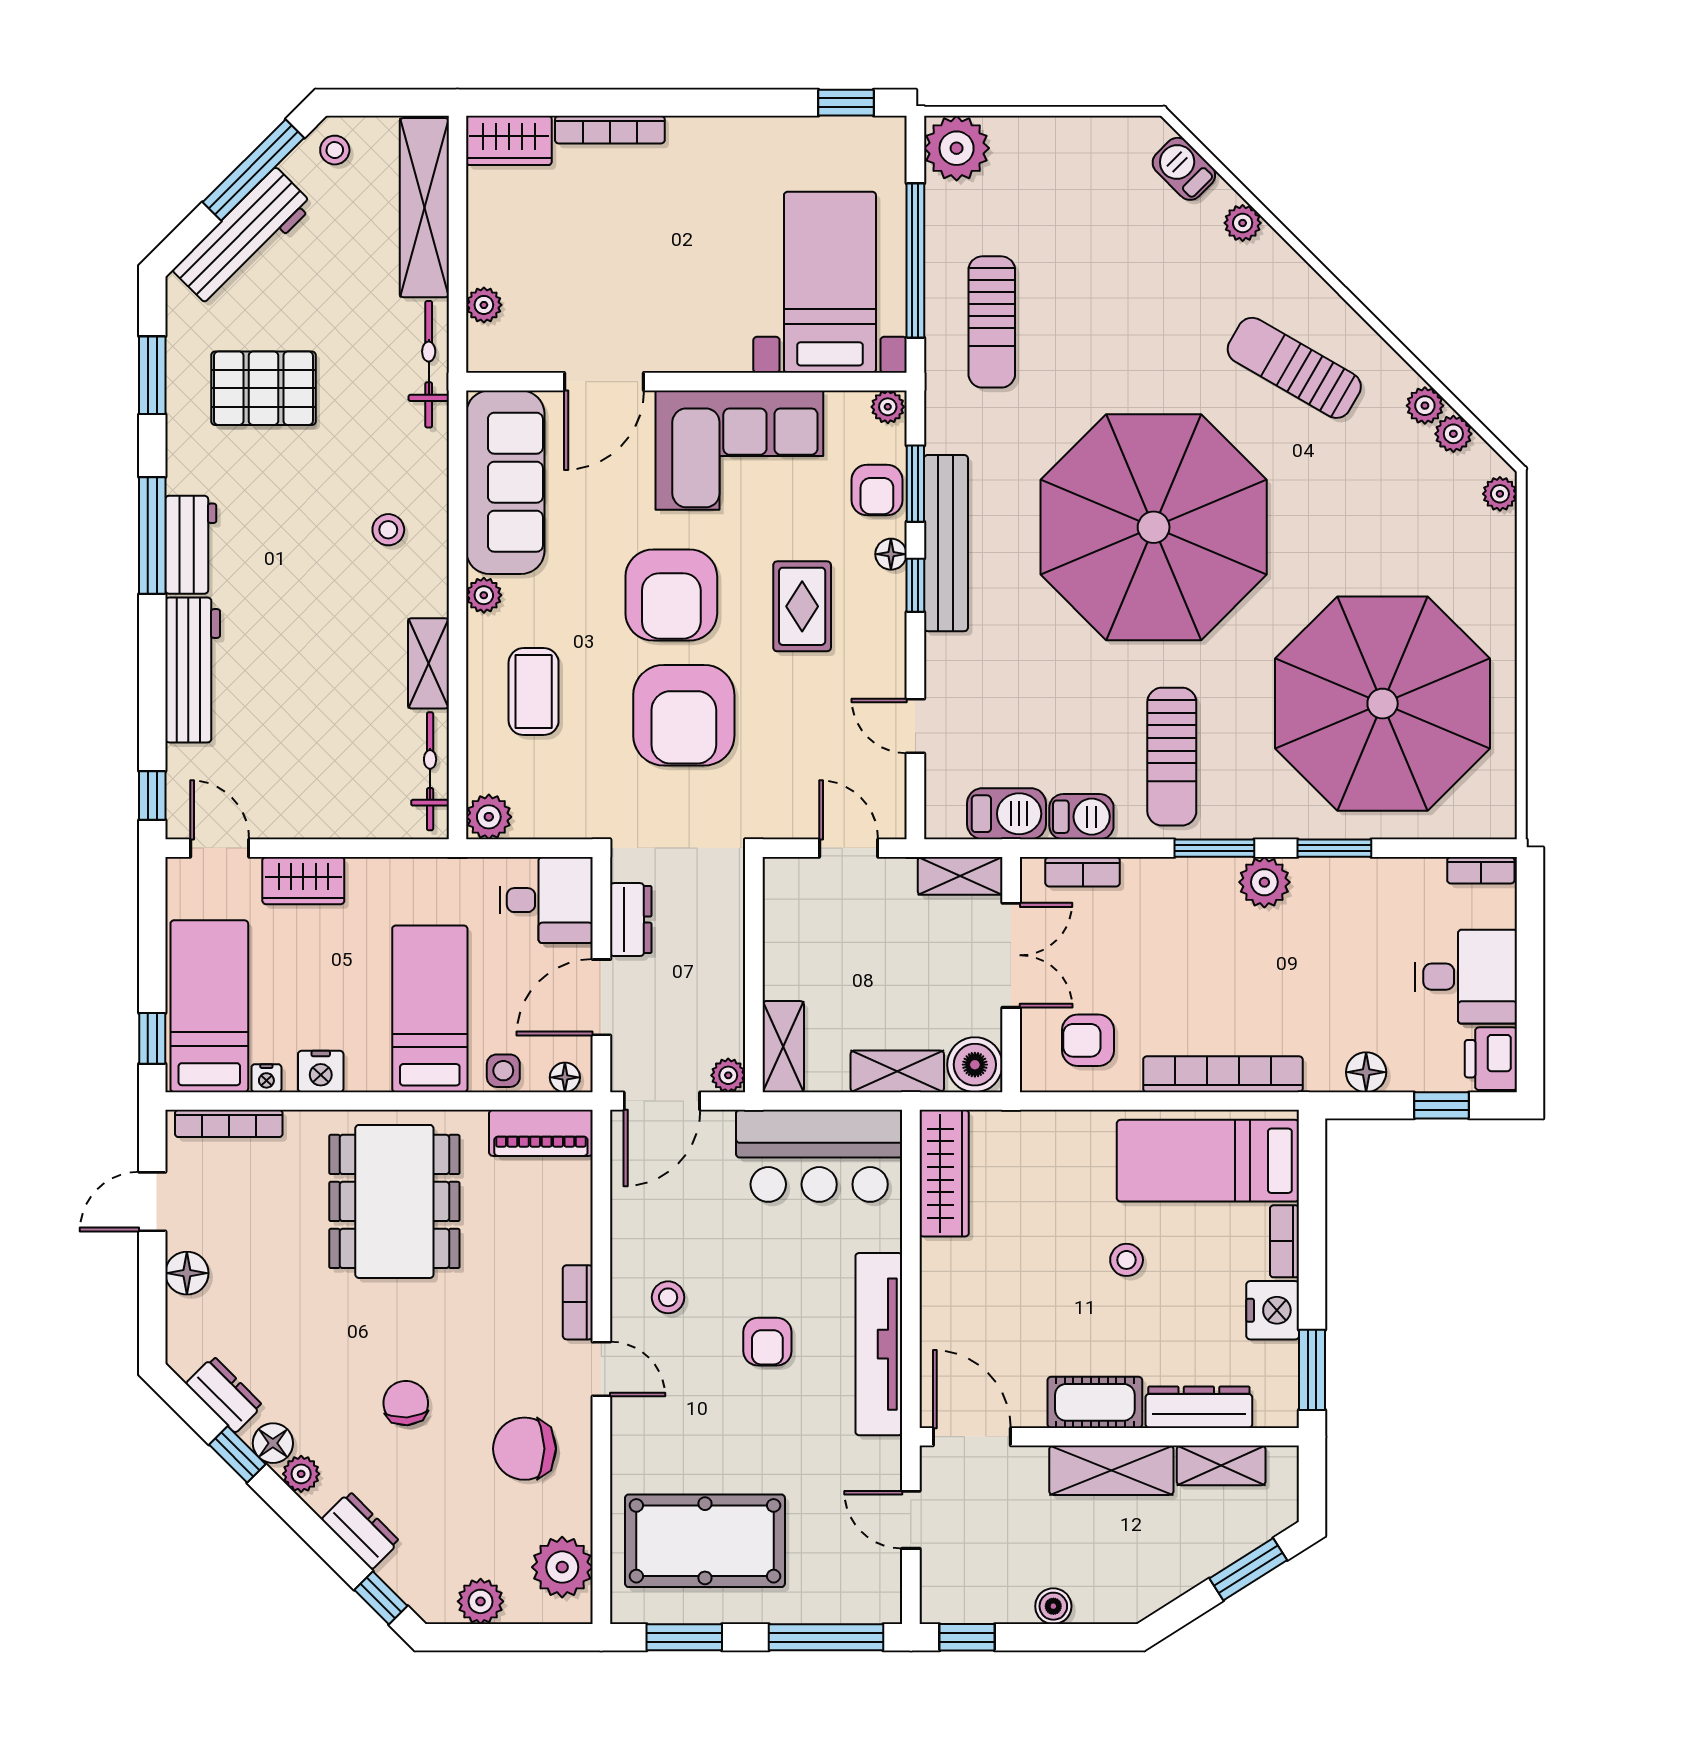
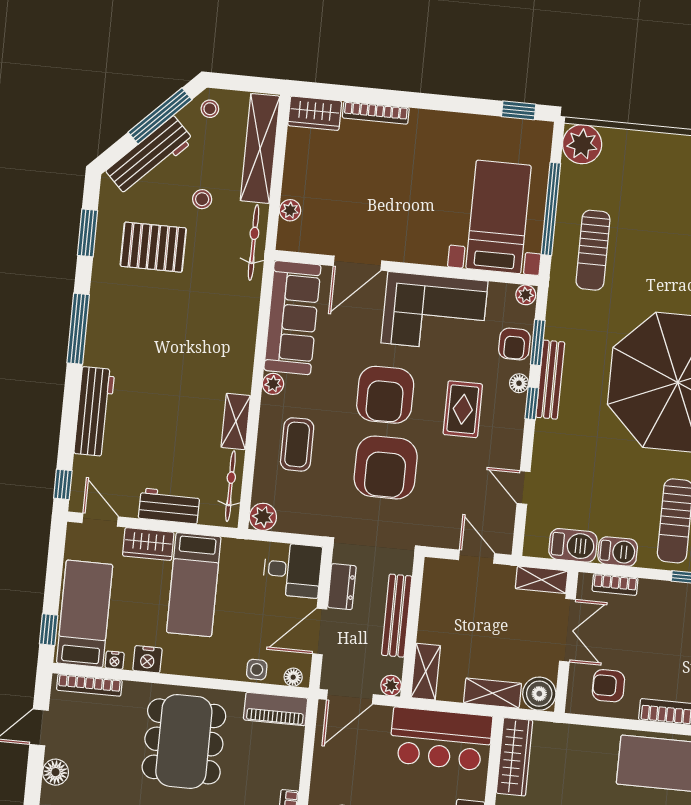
stool: (388, 530) -> (202, 199), moved
bench: (946, 543) -> (550, 380), width x0.73, depth x0.82
workbench: (191, 545) -> (169, 506), moved, turned -90
bench: (726, 959) -> (397, 616), added
bed: (430, 1009) -> (194, 585), moved, turned 180

